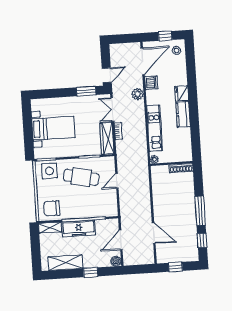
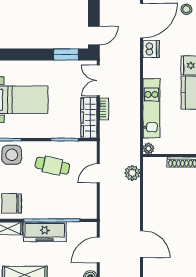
plant: (138, 94) -> (132, 173), moved
cafe table: (81, 177) -> (52, 166), width x0.73, depth x0.74

